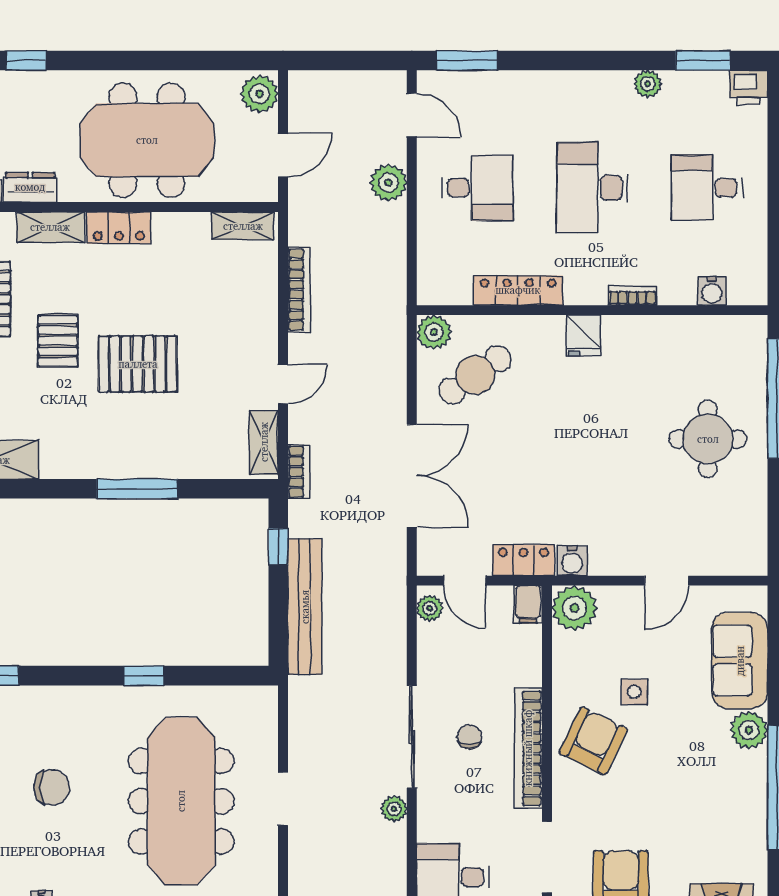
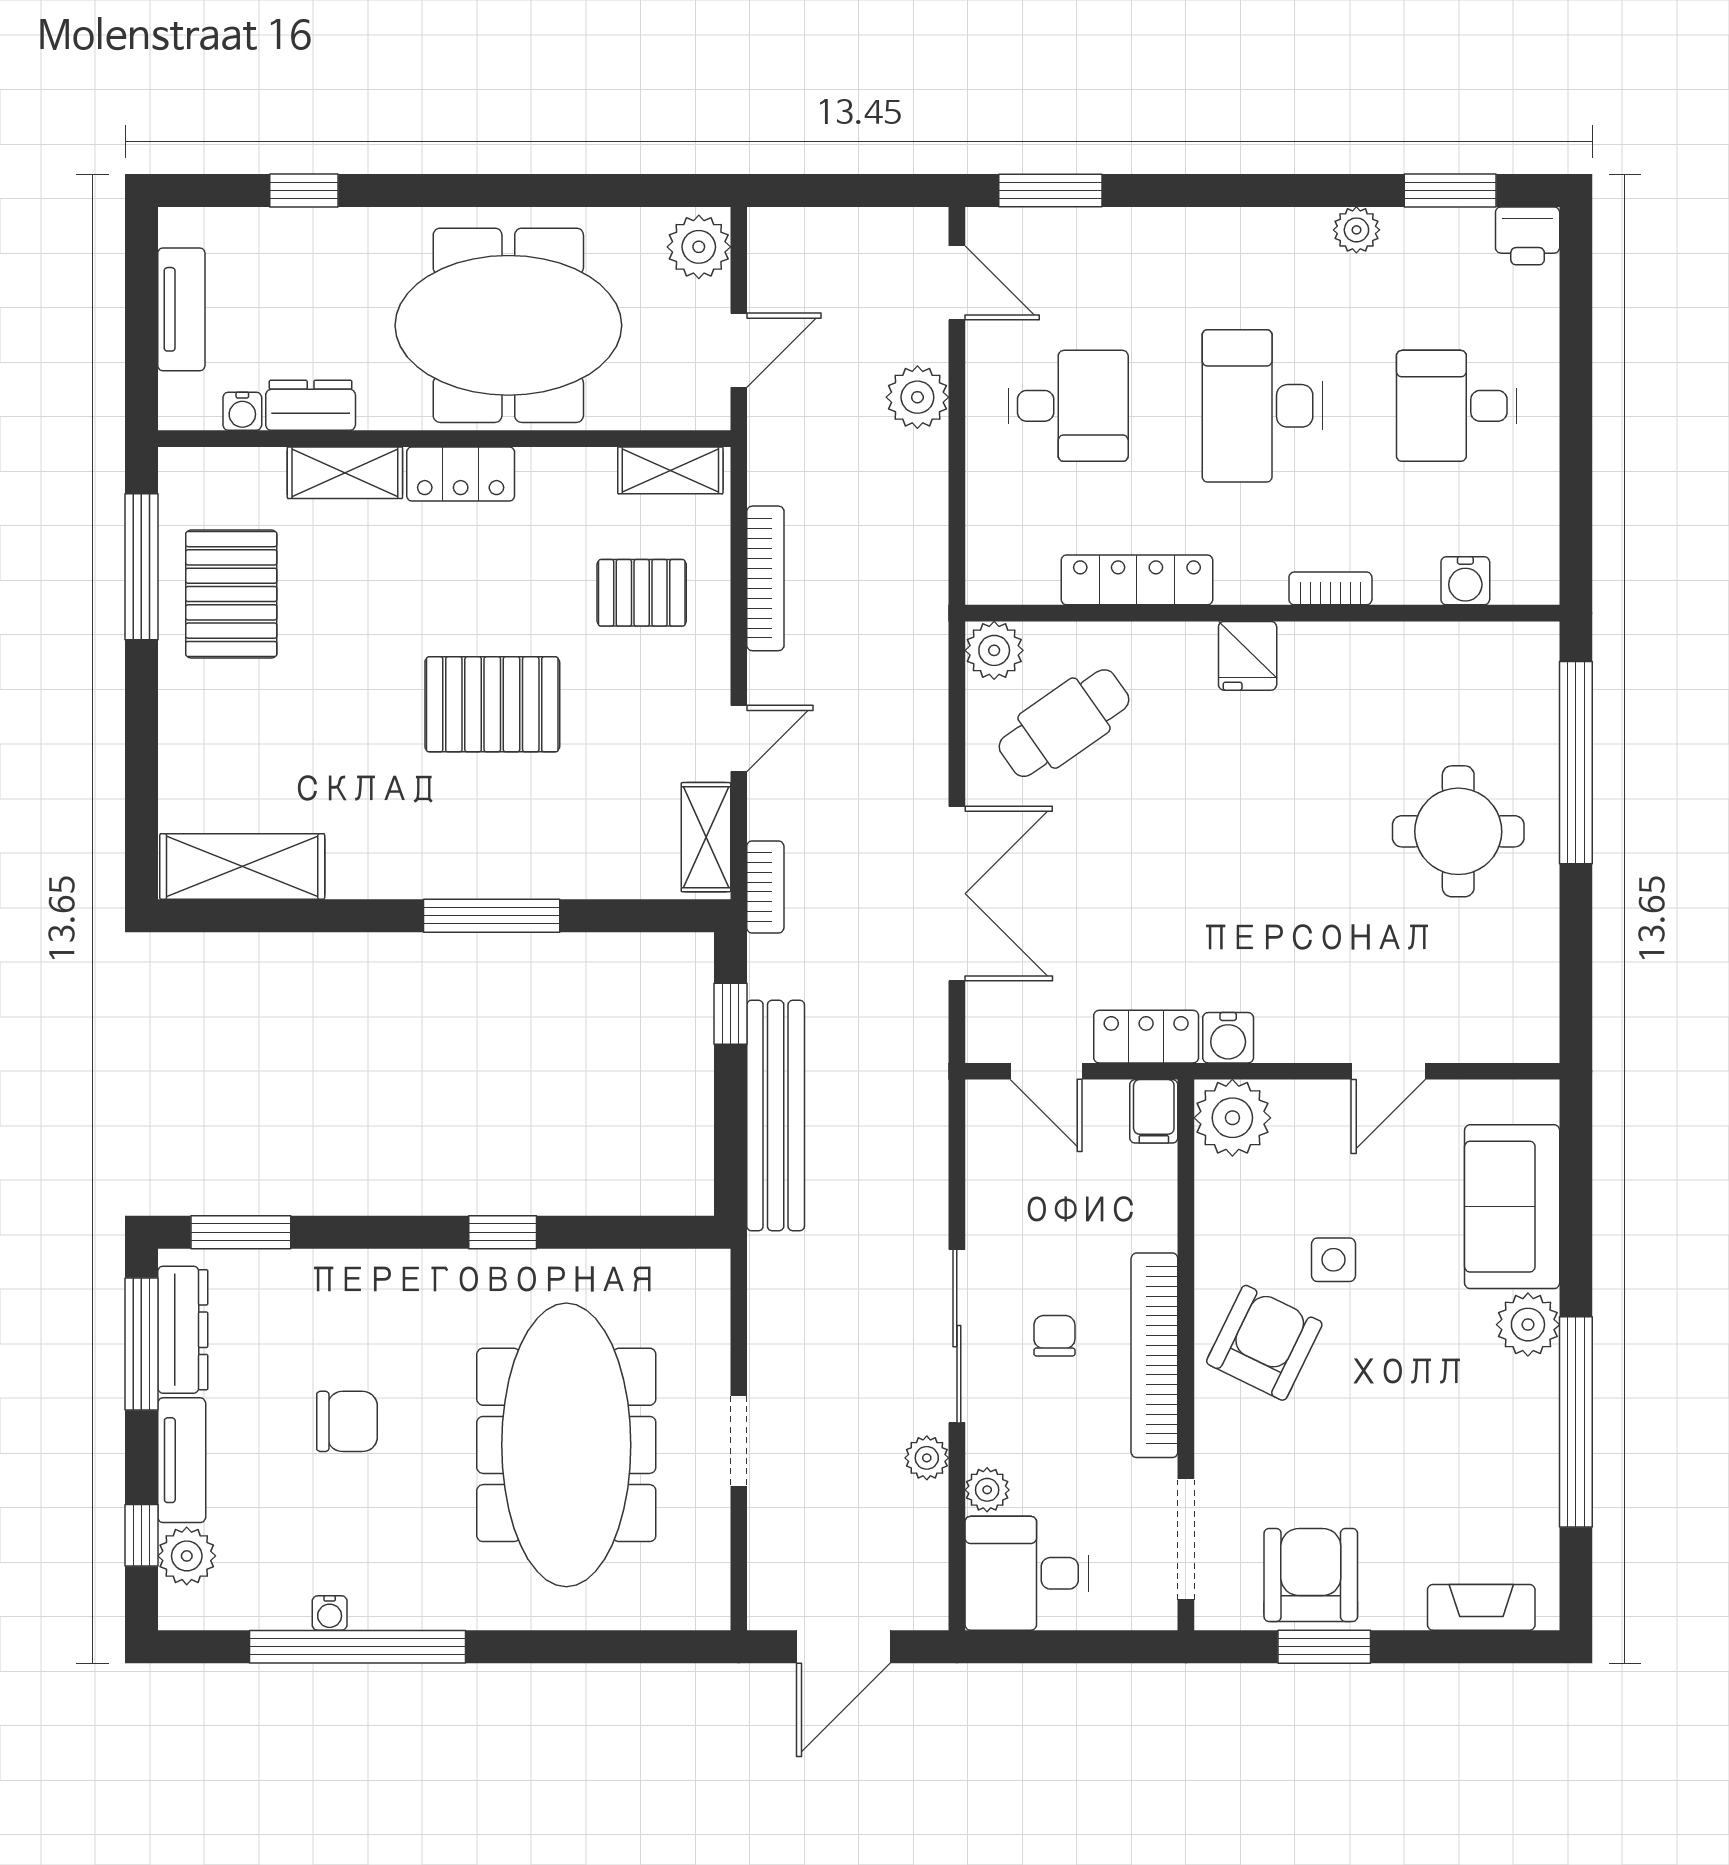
pallet: (58, 341) -> (642, 593), moved, turned 90
plant: (430, 608) -> (987, 1490), moved

